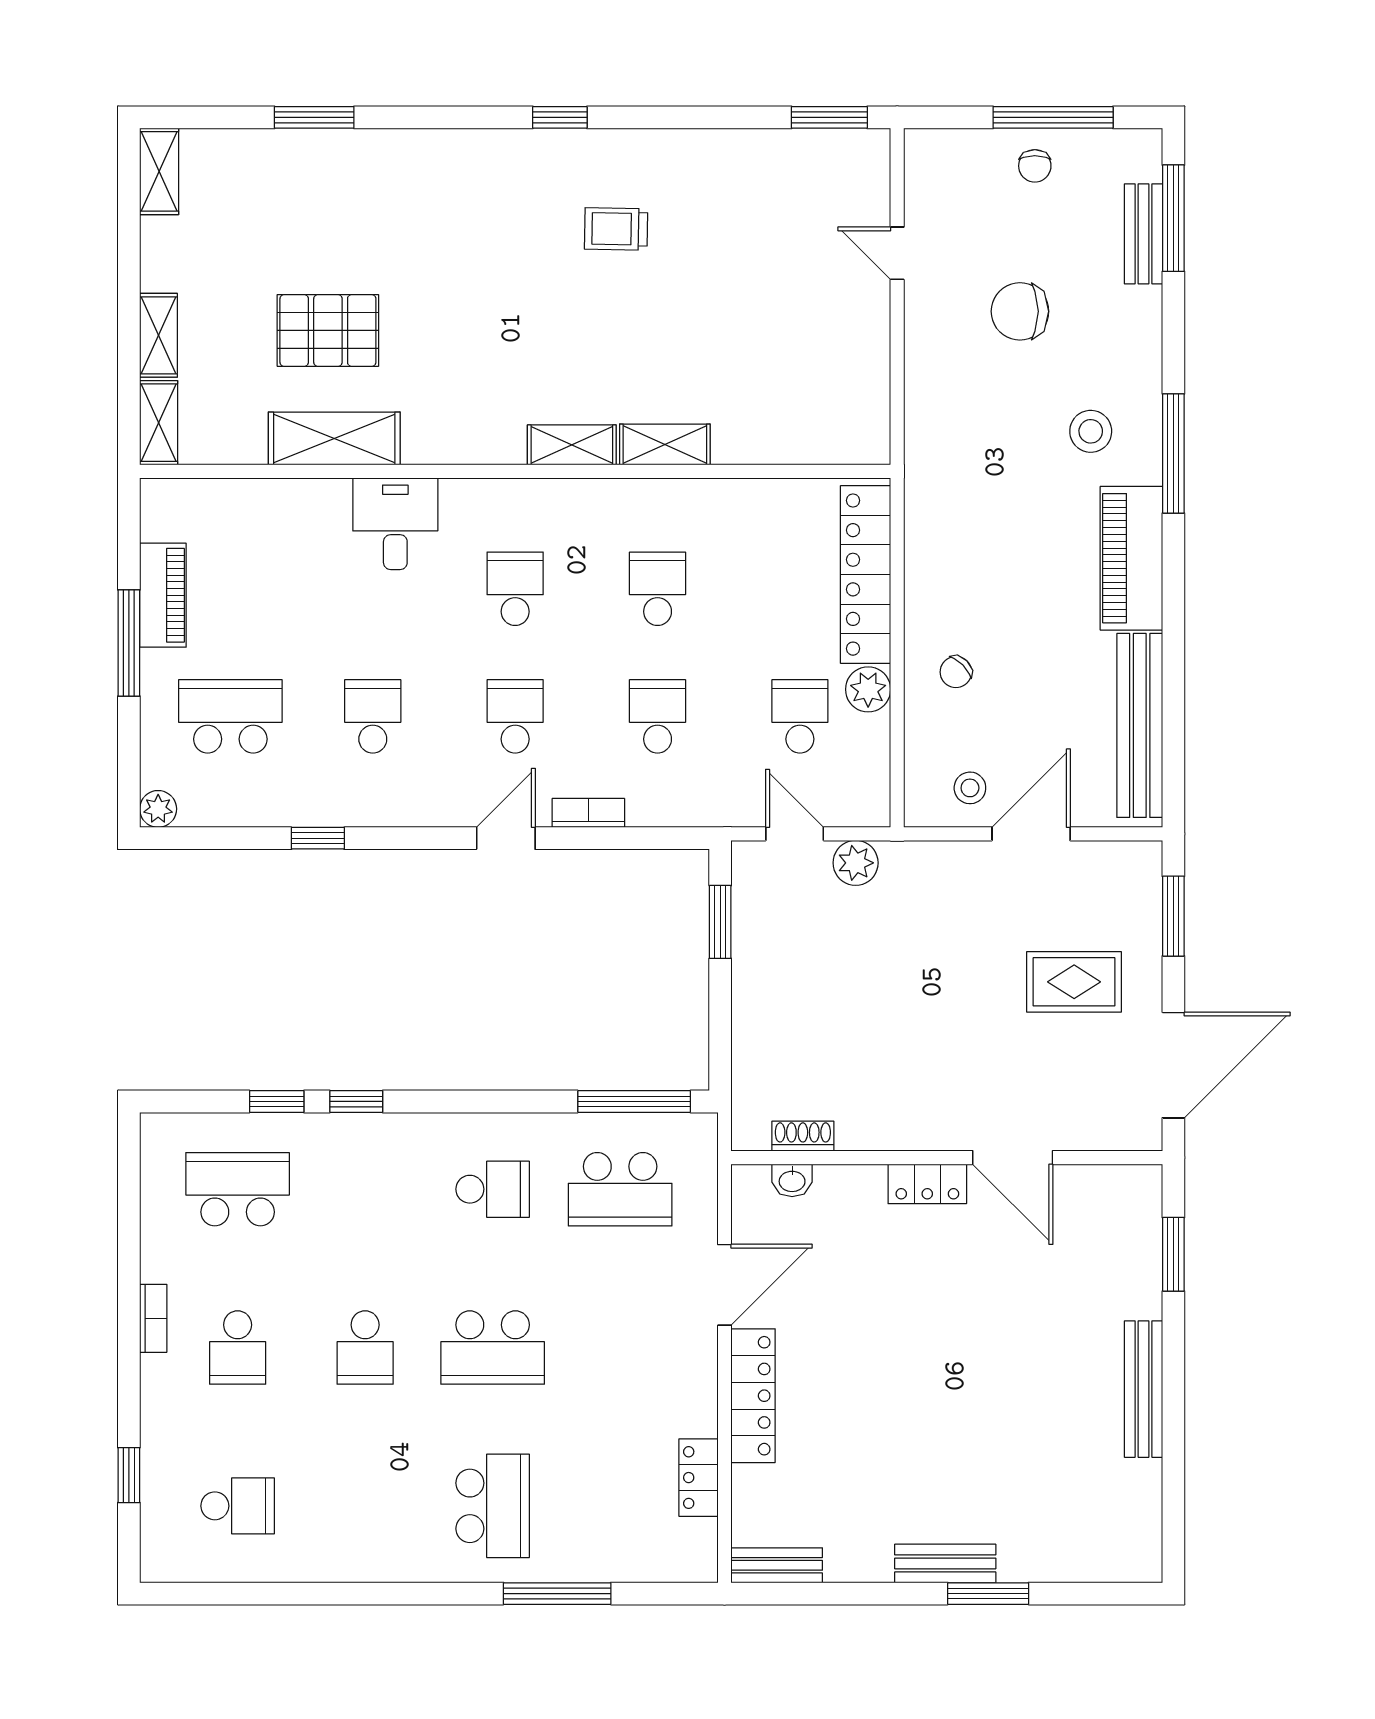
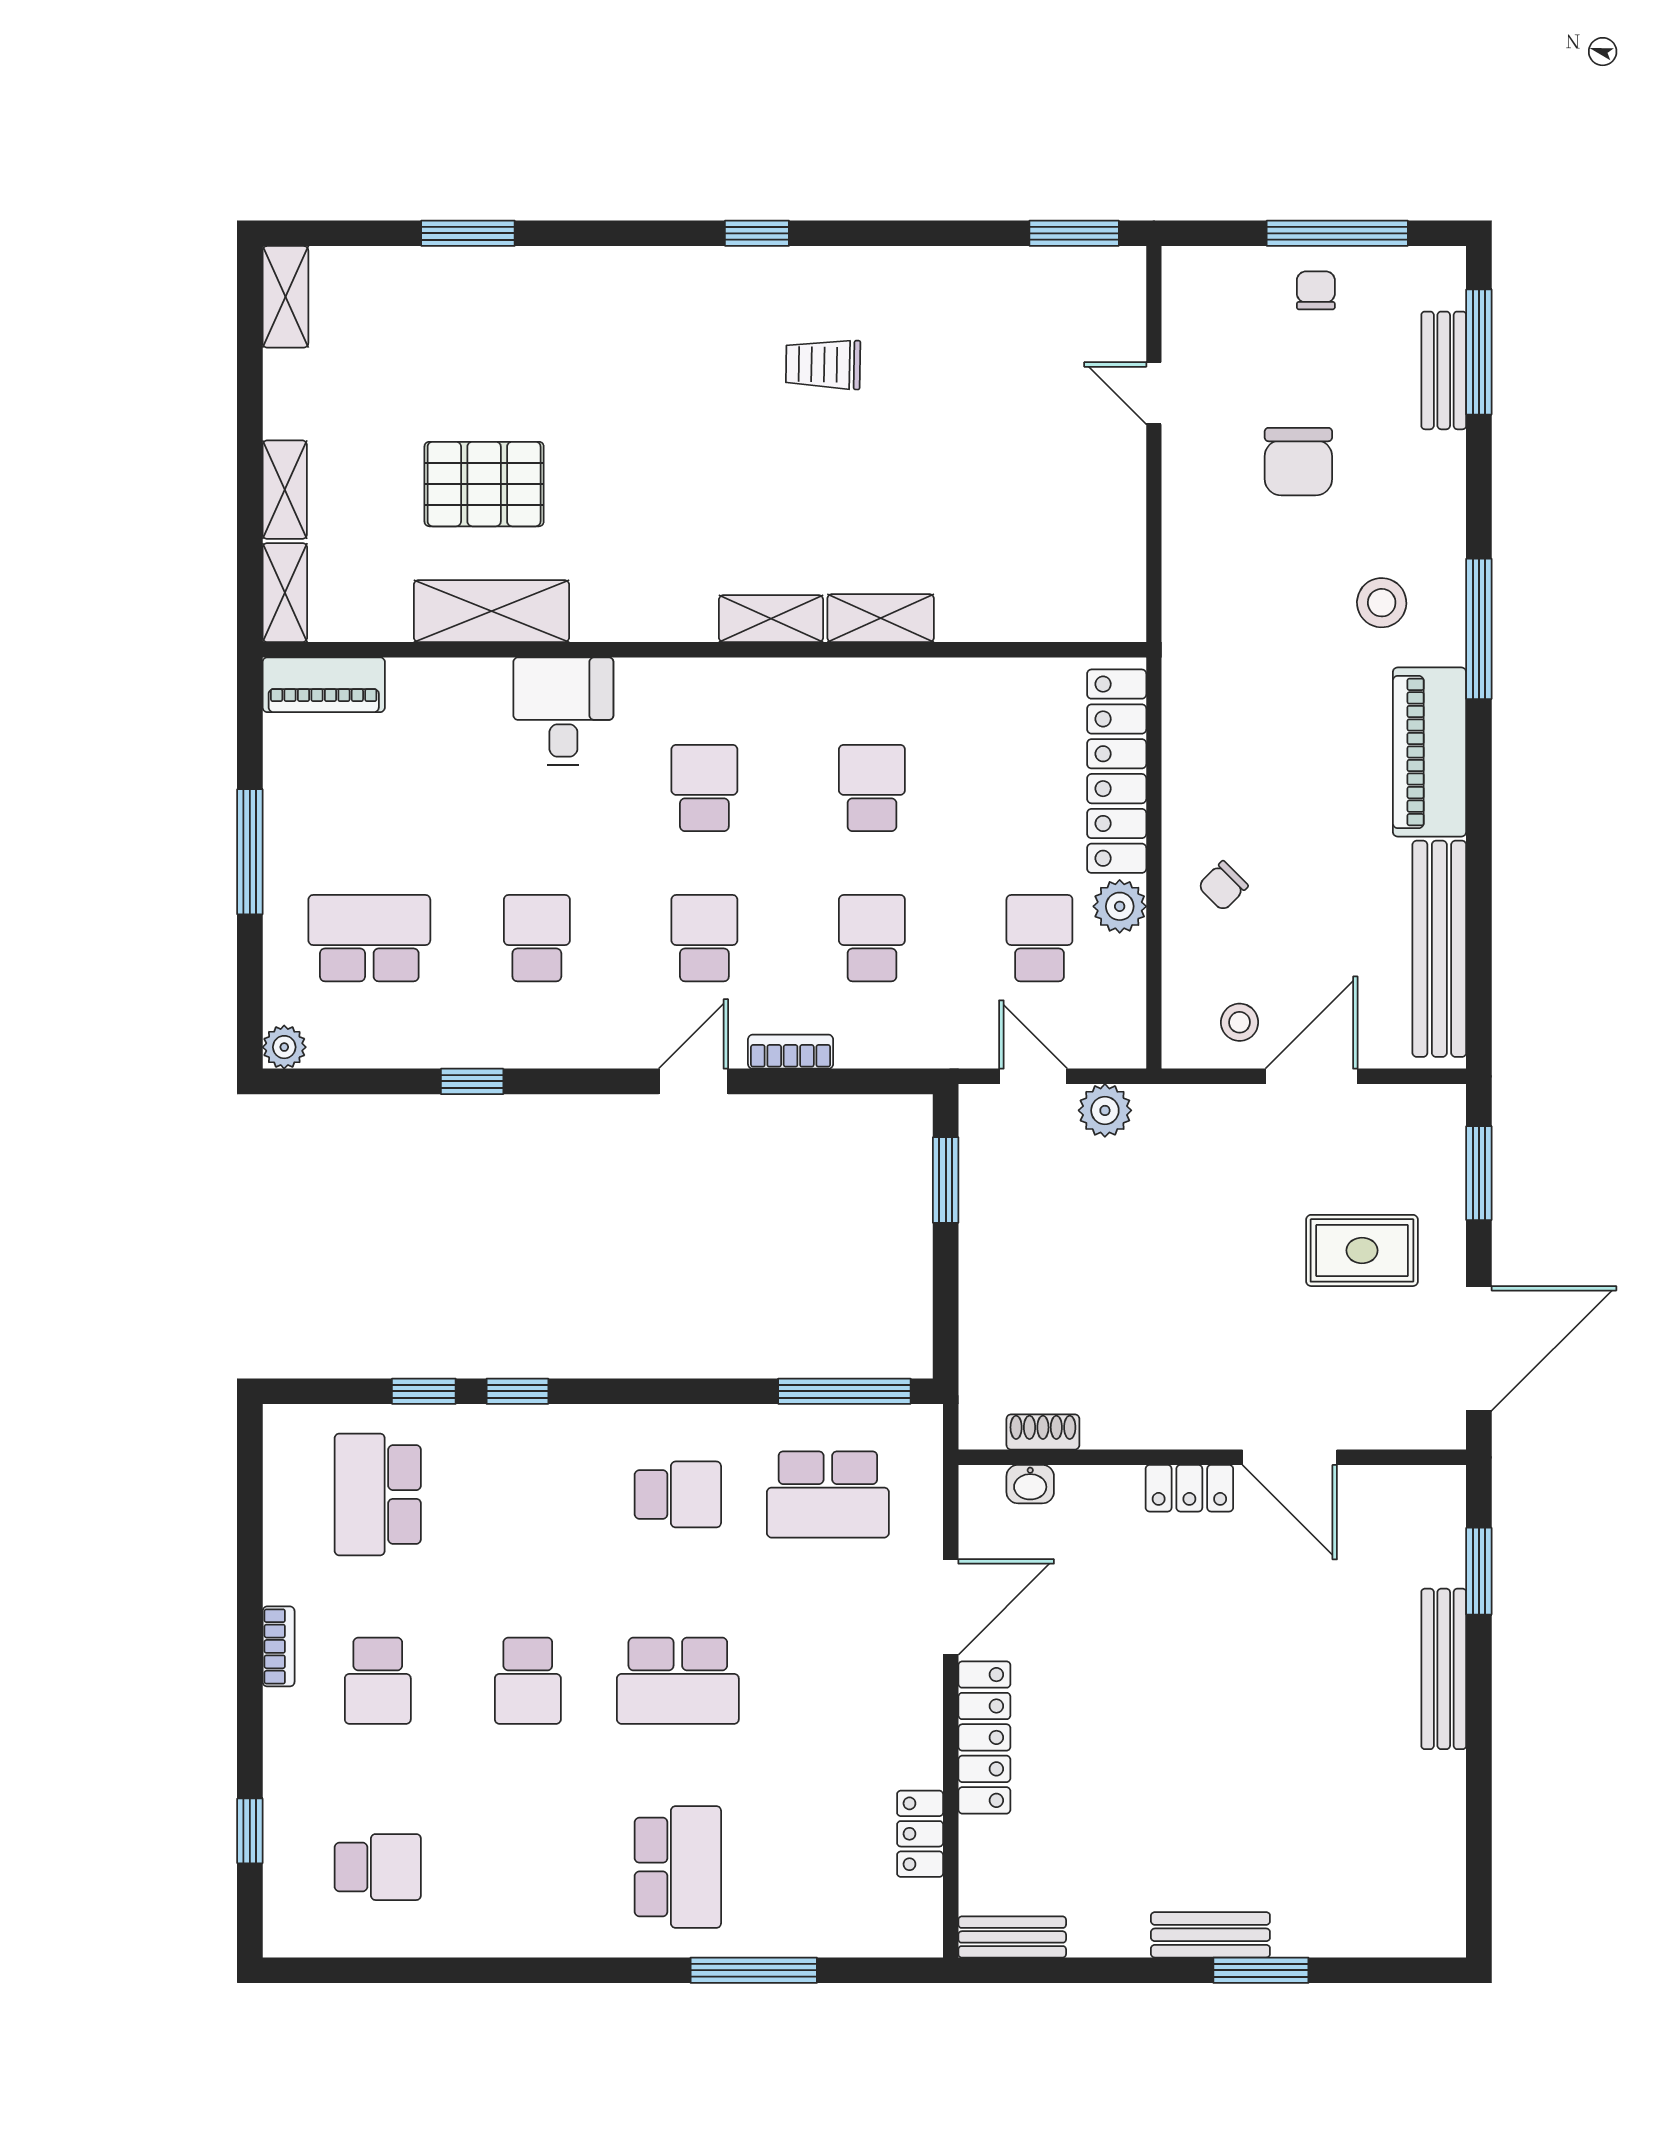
chair: (1035, 166) -> (1316, 290), turned 180
chair: (1020, 311) -> (1298, 462), turned -90
piano: (163, 595) -> (324, 685), moved, turned 90
school desk: (238, 1189) -> (378, 1494), turned -90
bench: (1143, 1389) -> (1444, 1669), moved

